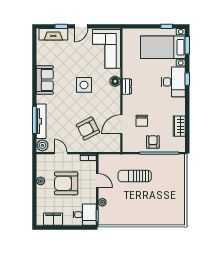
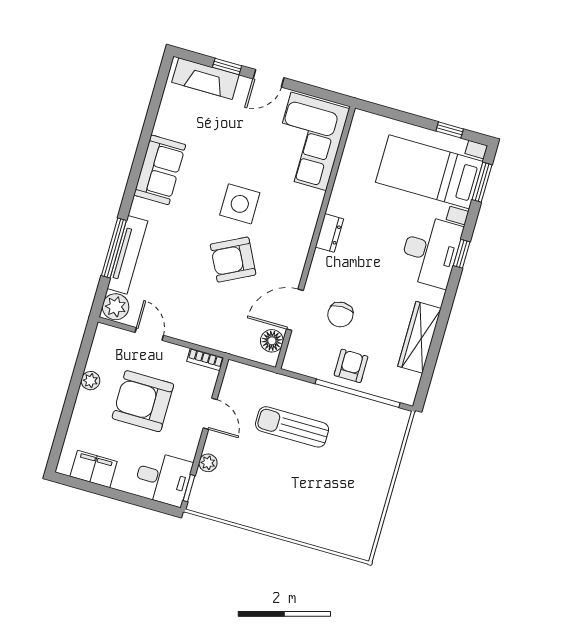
floor lamp: (115, 81) -> (272, 341), moved
wardrobe: (179, 126) -> (419, 337), width x1.50
armchair: (88, 128) -> (233, 260), moved

